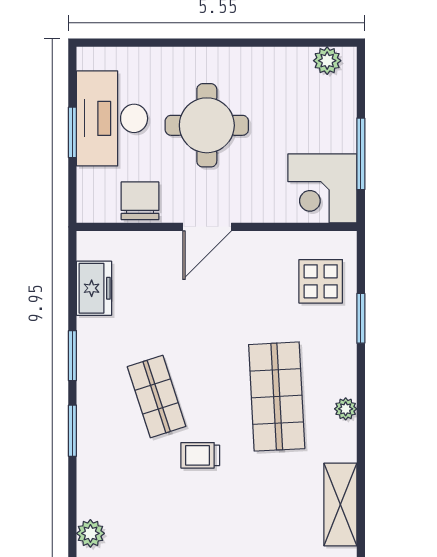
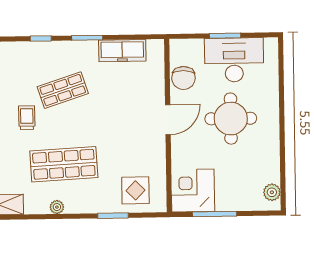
chair: (140, 201) -> (183, 78), turned 92
door: (207, 227) -> (168, 120), swing flipped
freezer: (94, 288) -> (122, 51), width x1.40
window: (72, 431) -> (41, 38), width x0.67

